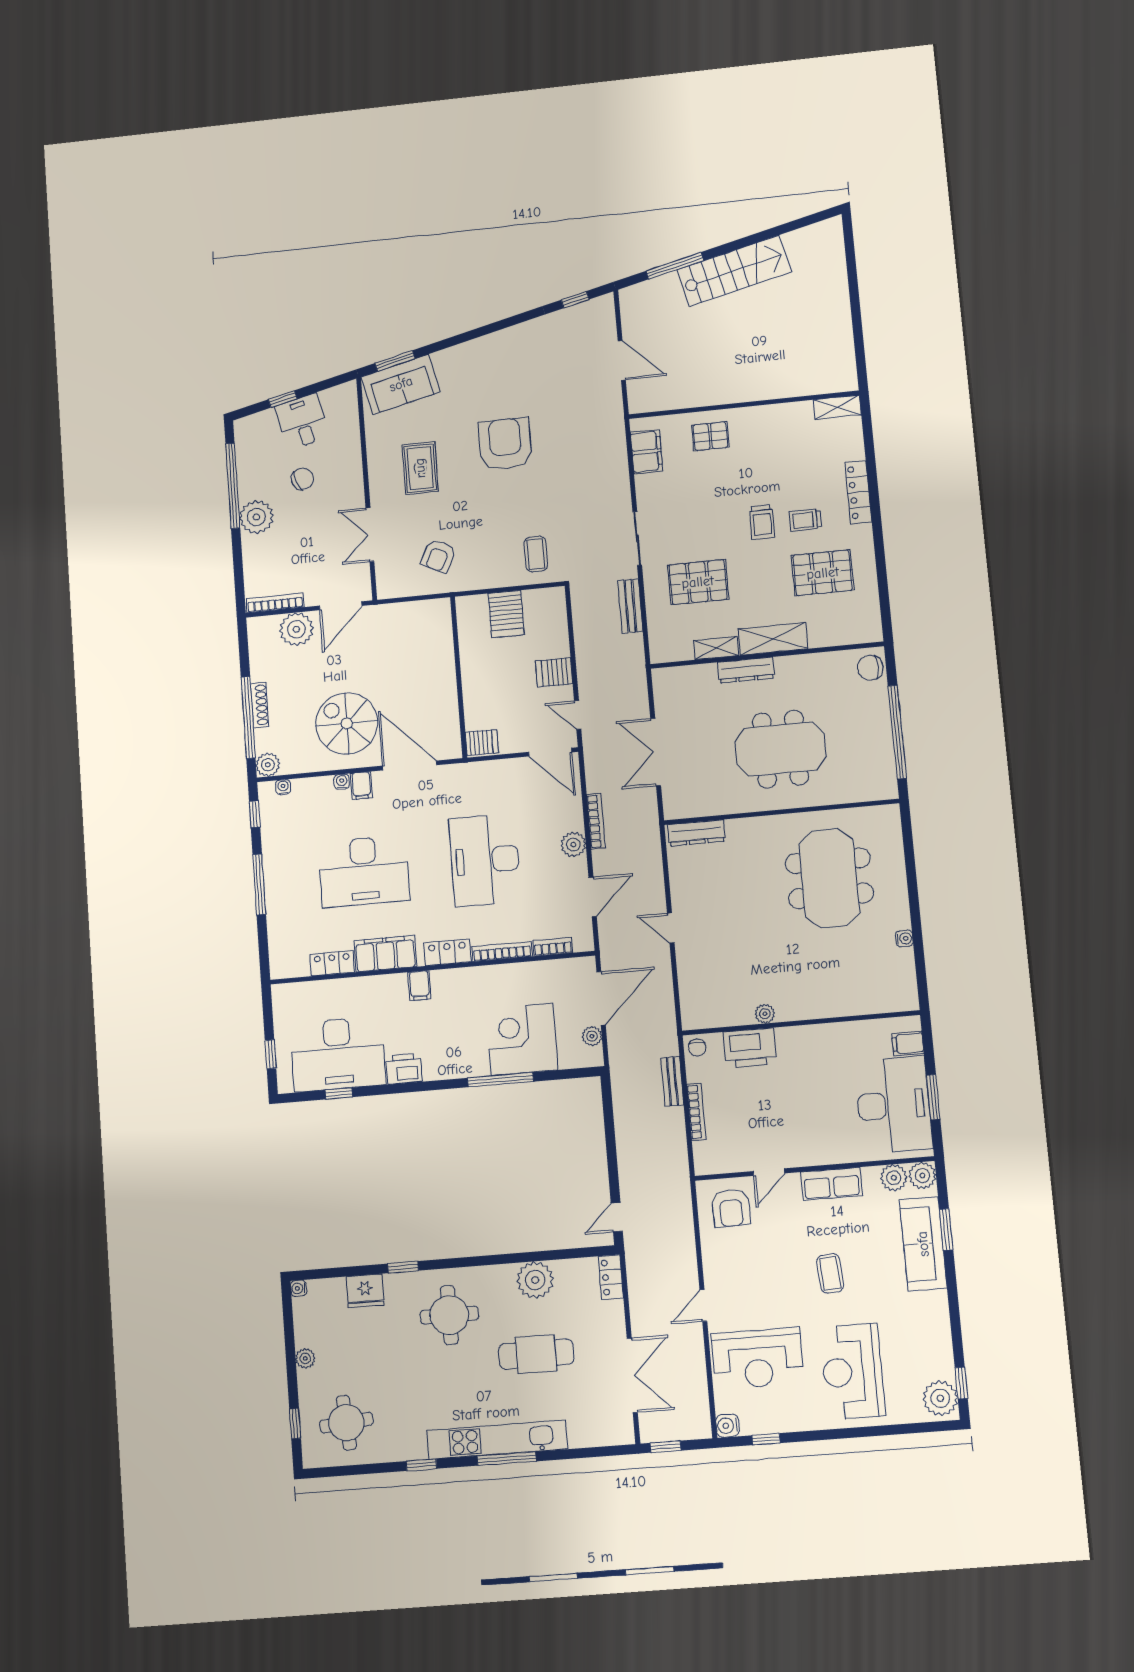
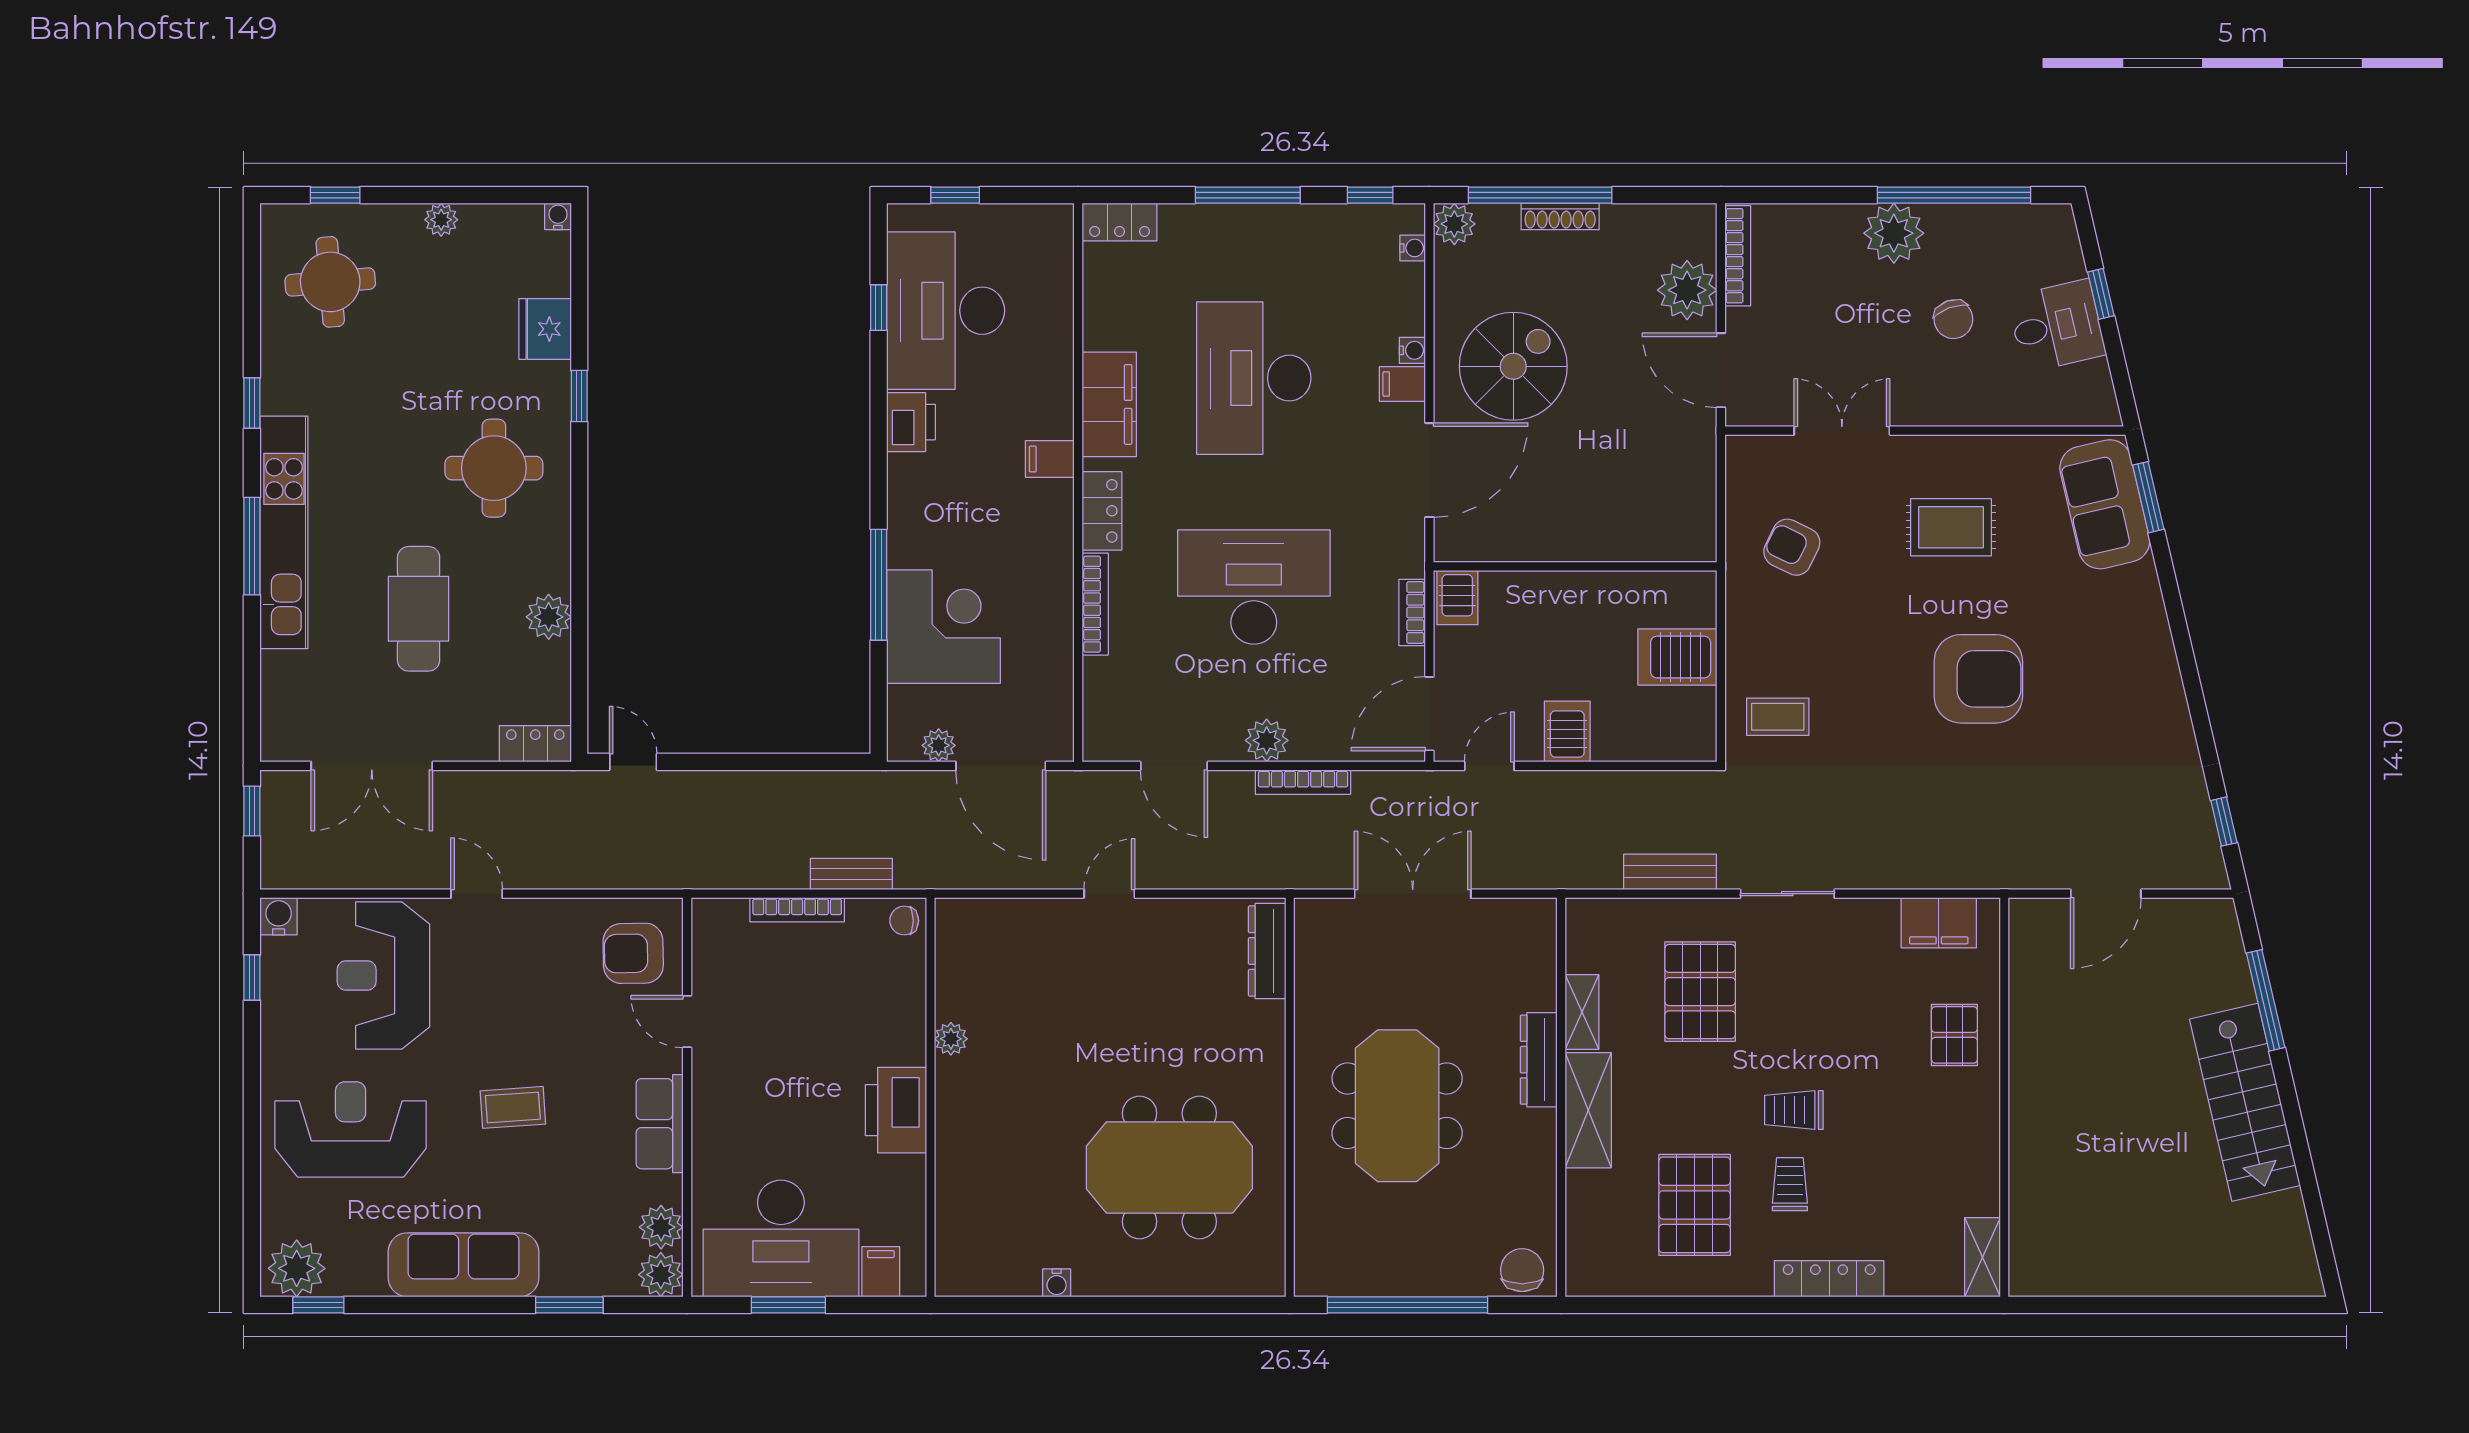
bookcase: (553, 947) -> (1412, 613), moved, turned 180
locker: (332, 963) -> (1120, 222), moved, turned 90
printer: (750, 1048) -> (896, 1110), moved
sofa: (923, 1244) -> (463, 1265), moved
plant: (535, 1280) -> (549, 617), width x0.73, depth x0.73

